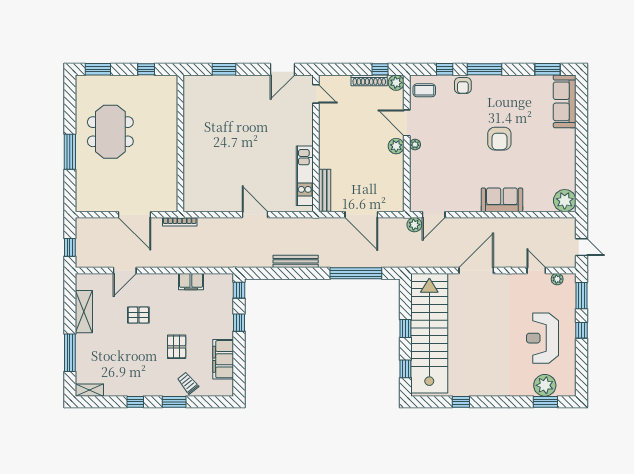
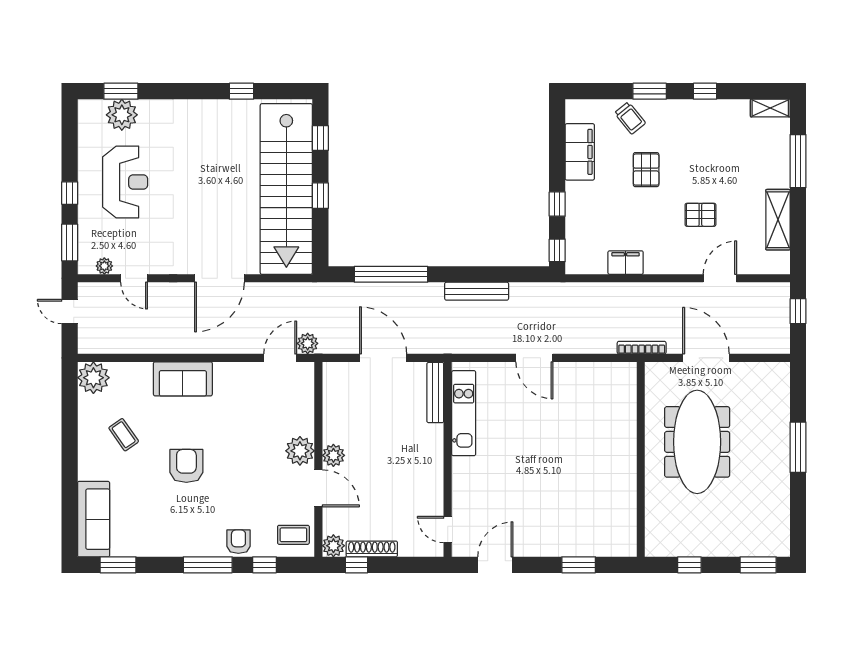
meeting table: (110, 132) -> (697, 442), moved, width x1.36
plant: (415, 145) -> (300, 451), width x1.88, depth x1.88
coffee table: (544, 161) -> (124, 435), added

